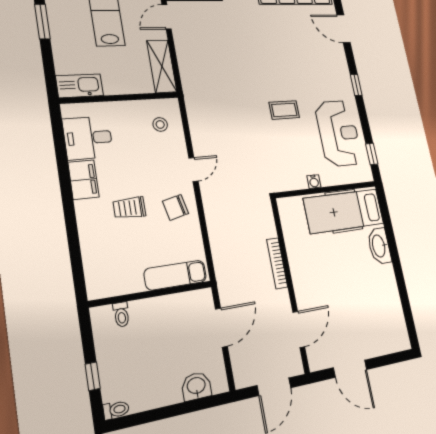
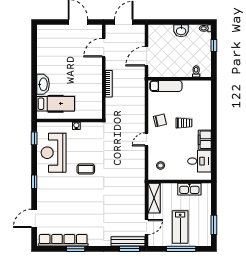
door: (343, 29) -> (34, 218), swing flipped
kitchen sink: (80, 86) -> (189, 189), moved
hospital bed: (344, 211) -> (56, 104), width x0.73, depth x0.78
washbasin: (196, 386) -> (181, 31), moved

